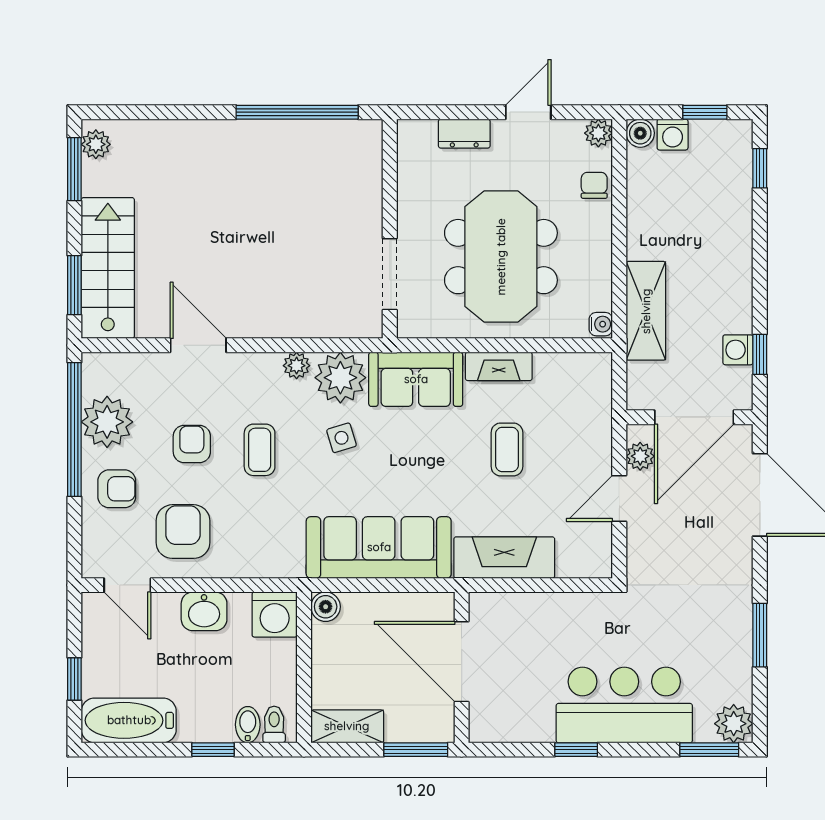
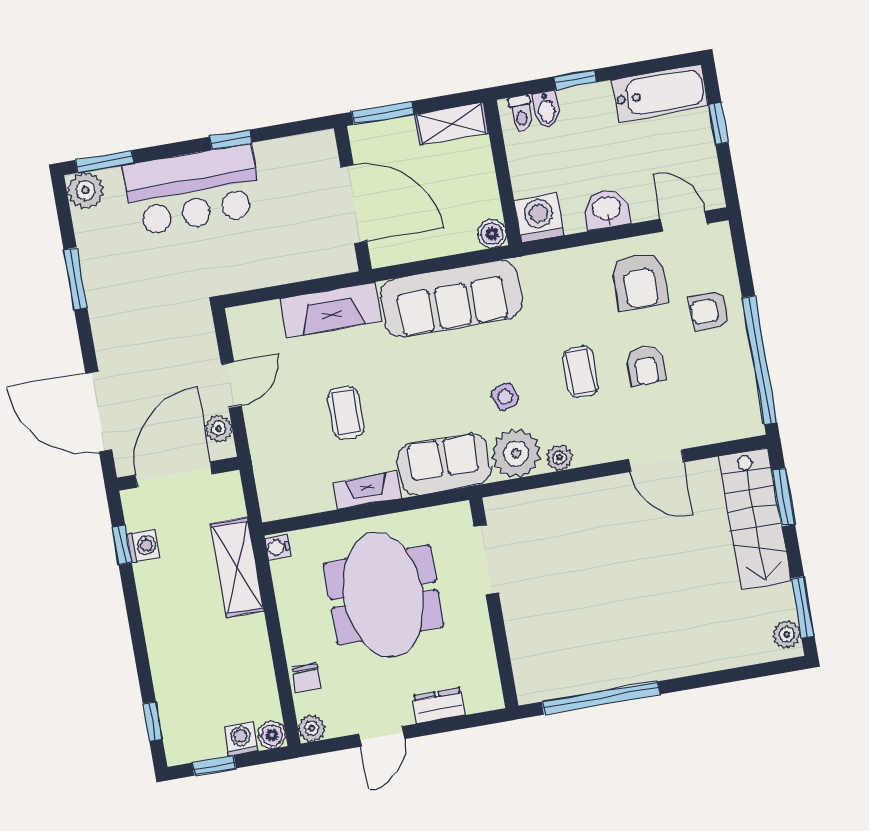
plant: (107, 422) -> (730, 373), removed

